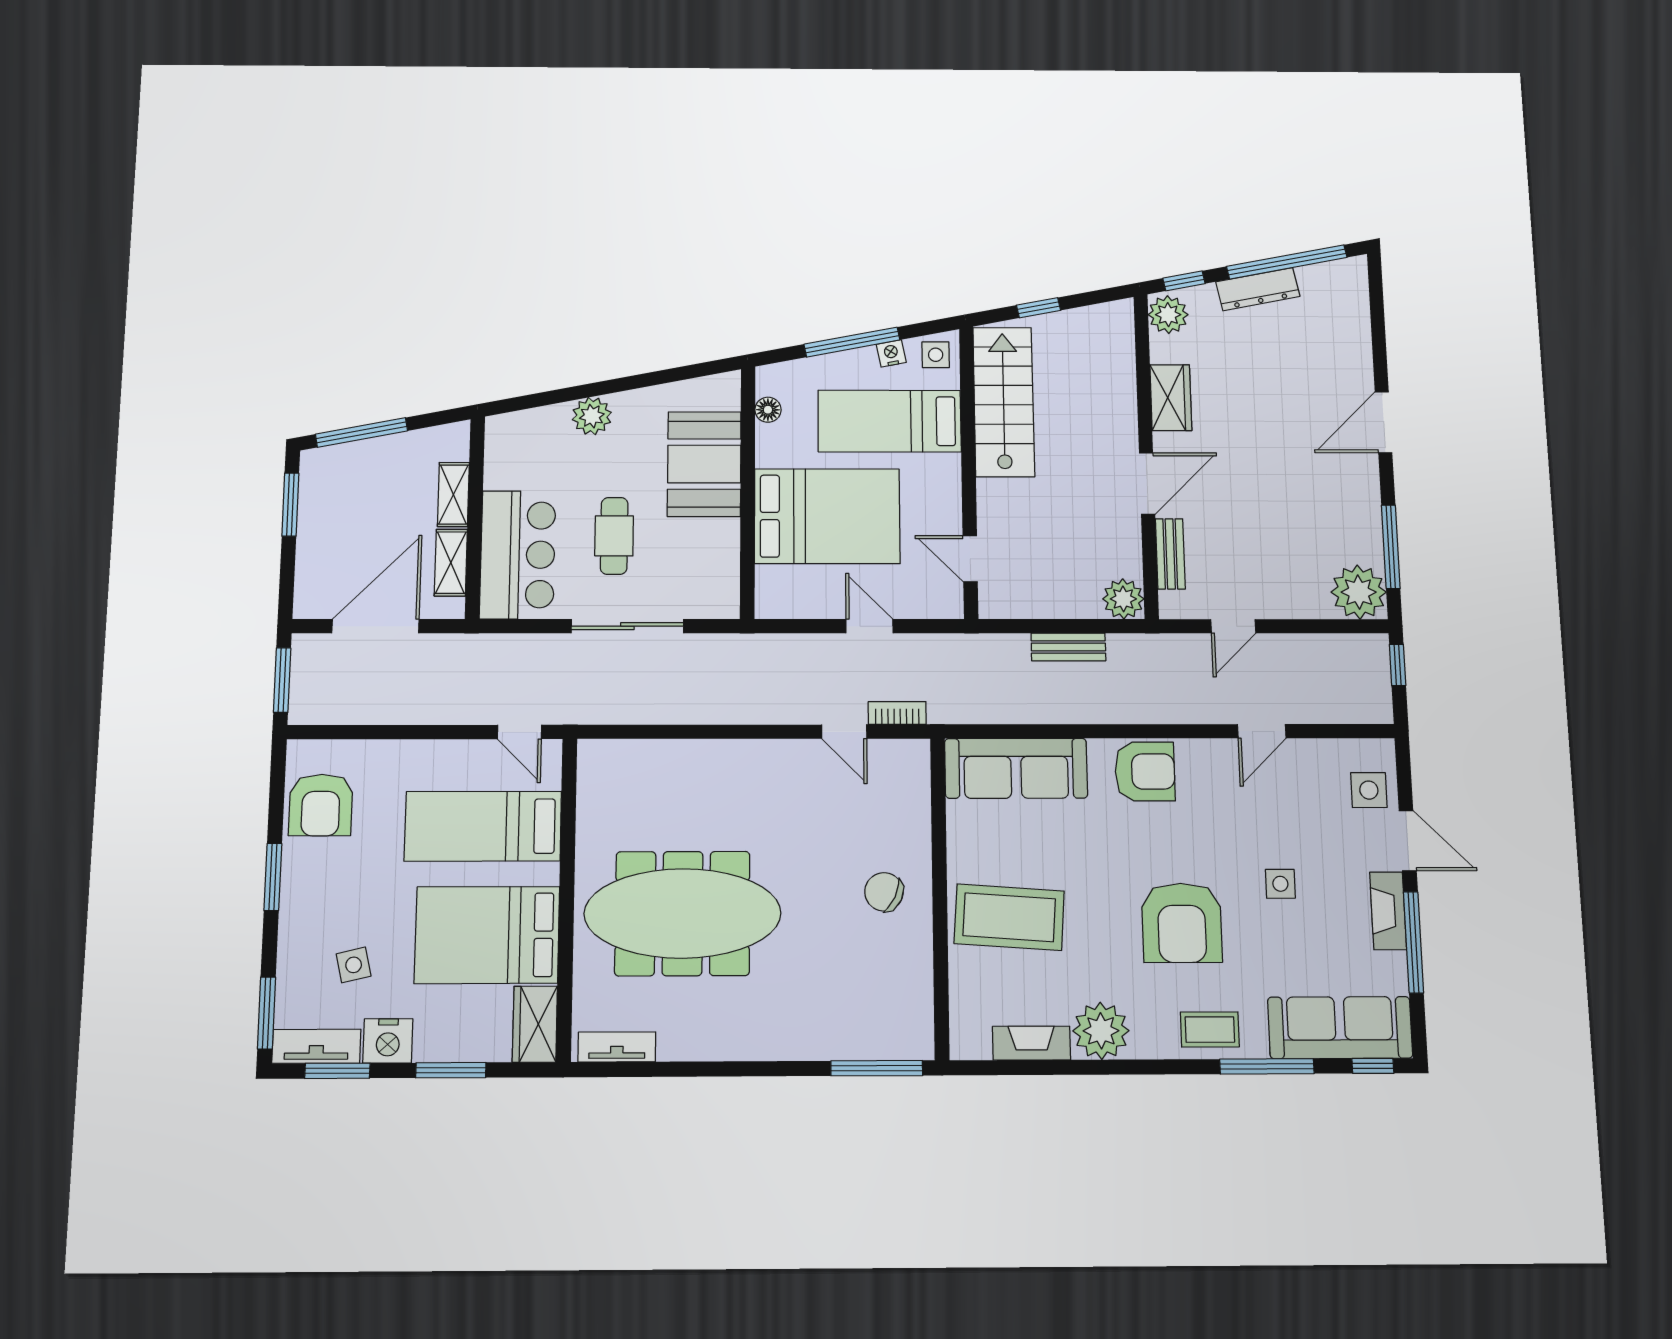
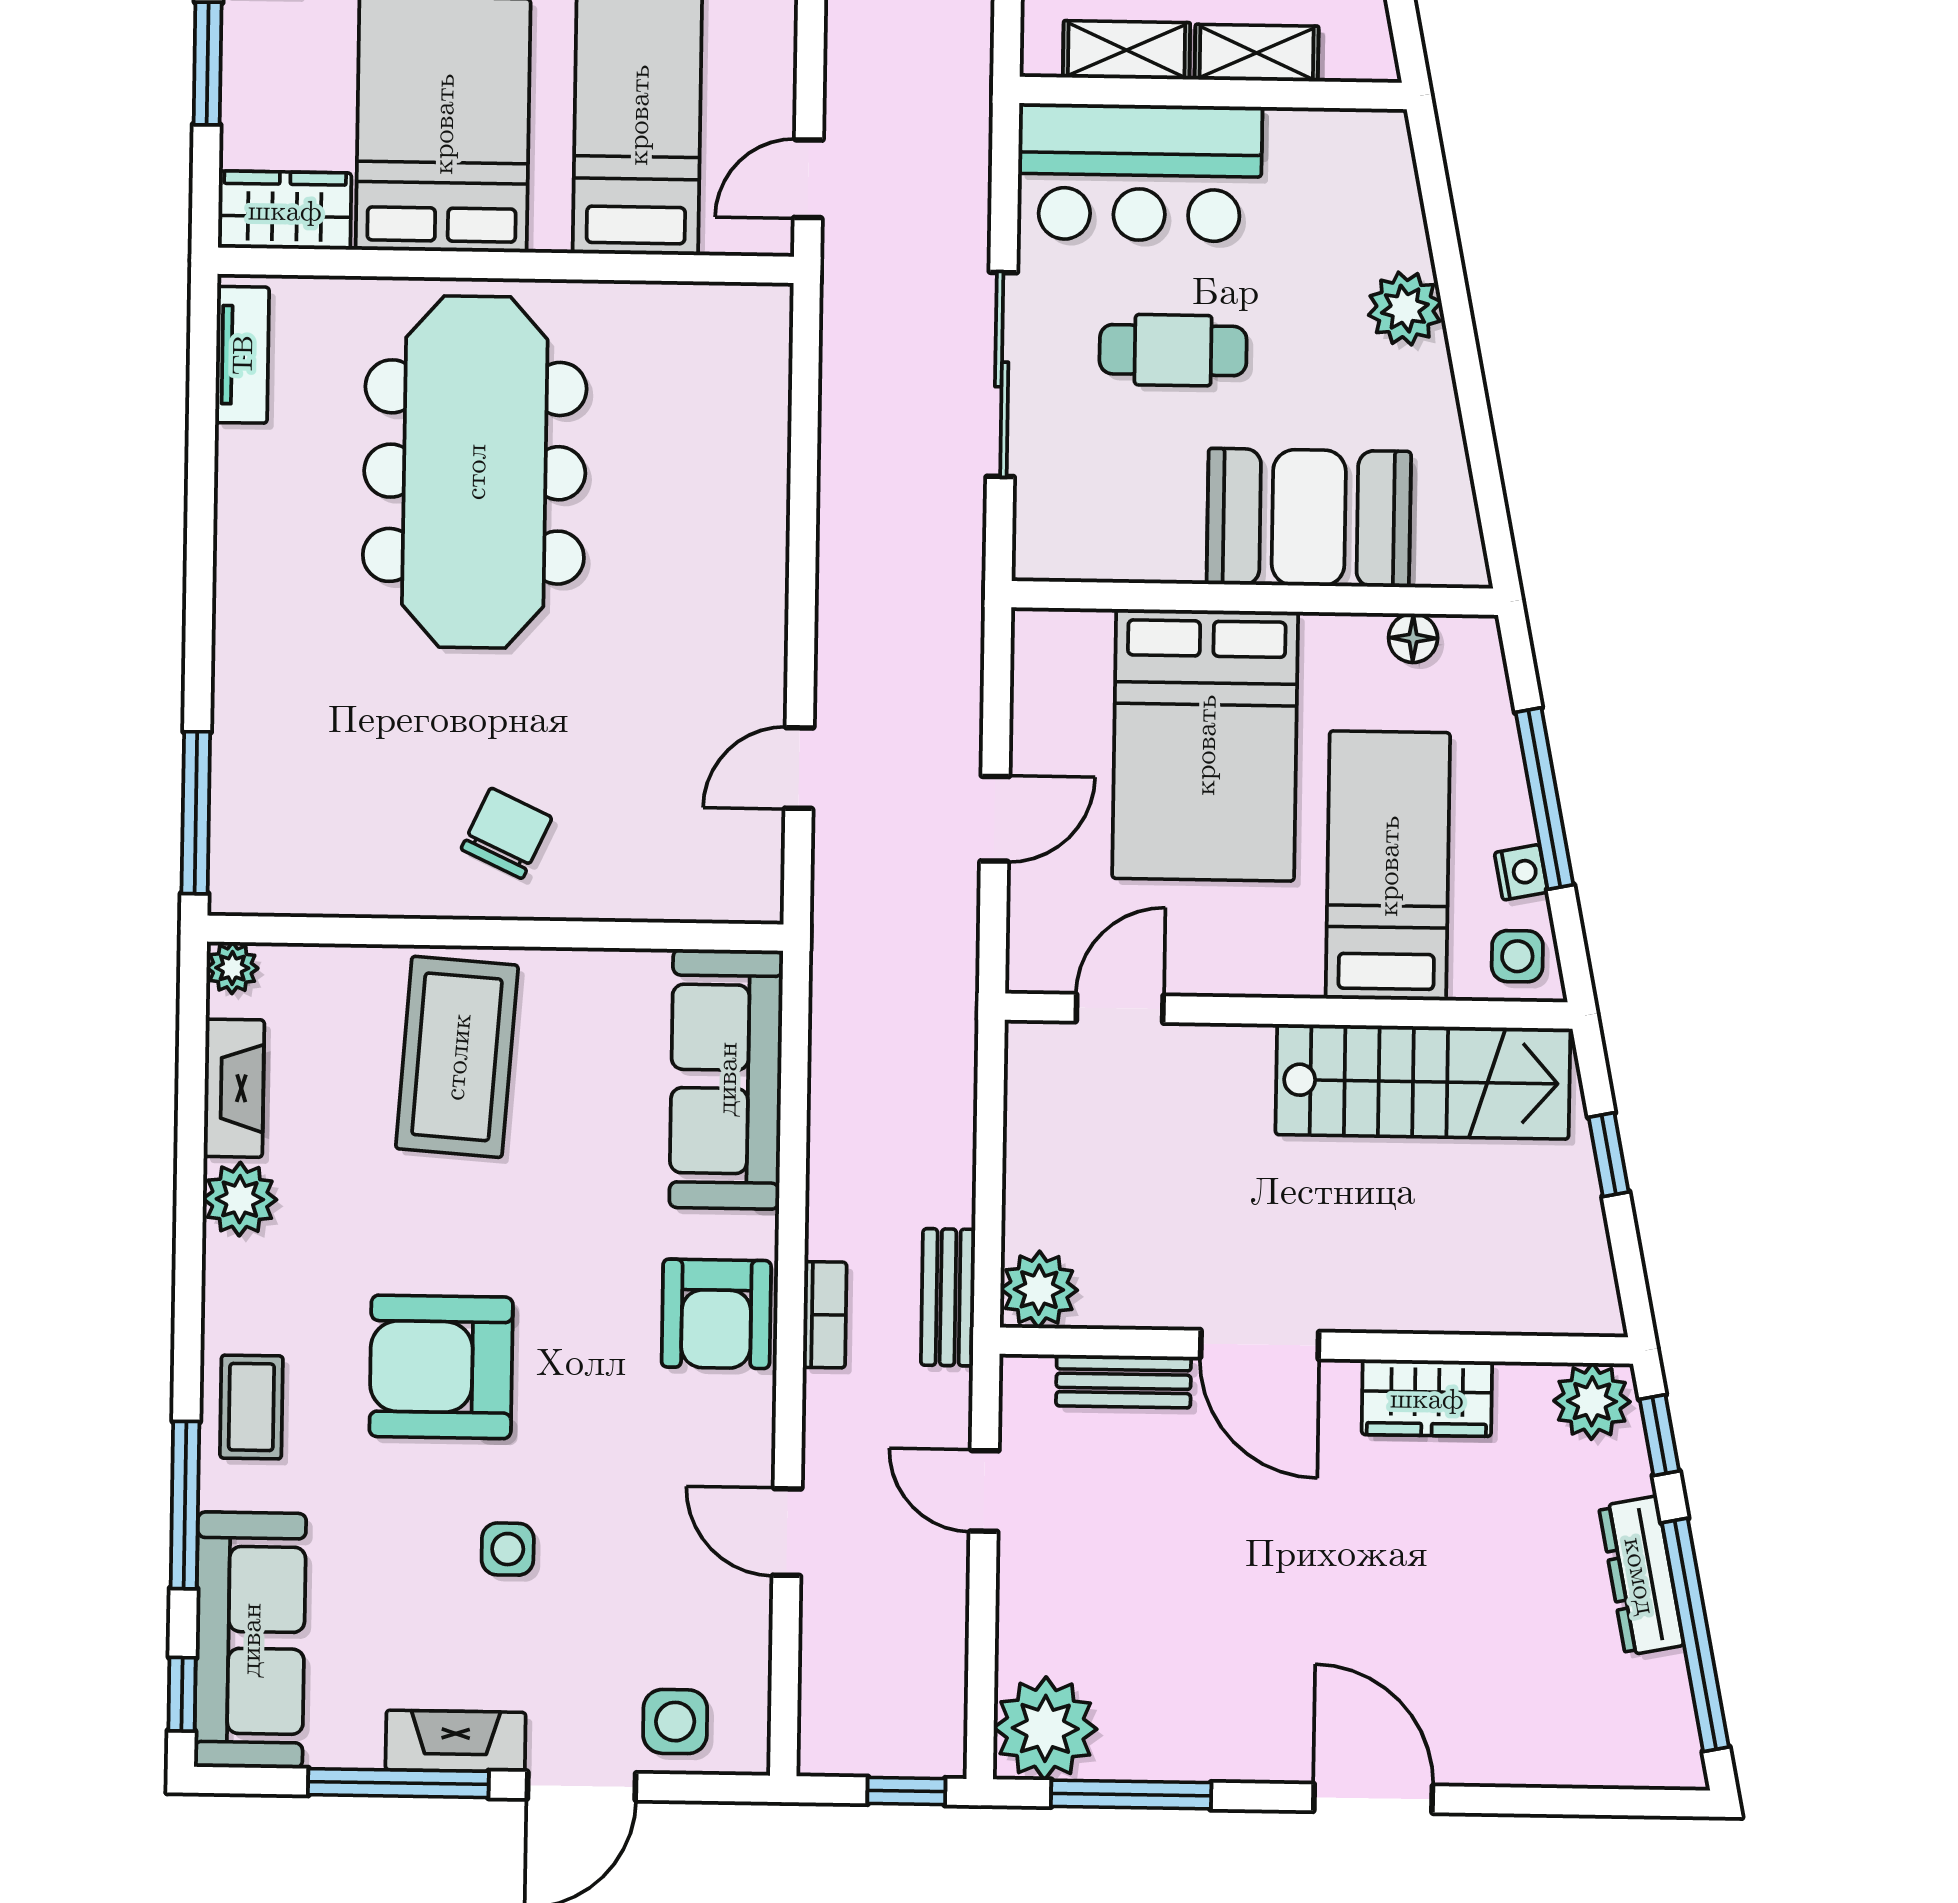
bench: (1068, 647) -> (948, 1297), moved
bookcase: (897, 713) -> (825, 1315), moved
plant: (1101, 1031) -> (240, 1199), width x0.73, depth x0.73
plant: (964, 1045) -> (232, 968), added

